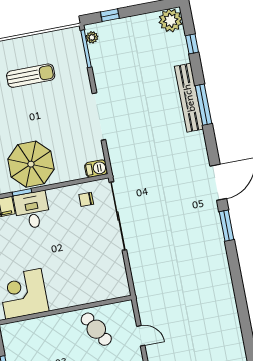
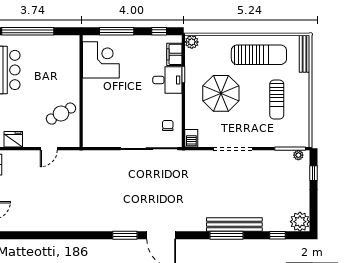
parasol: (31, 164) -> (221, 93), moved

